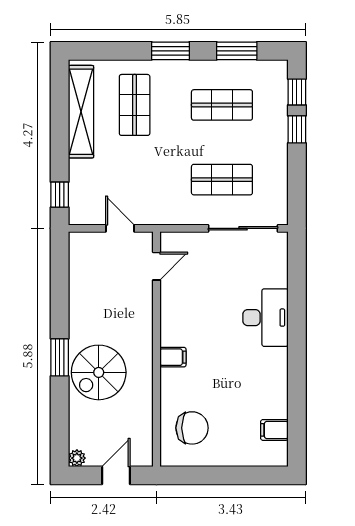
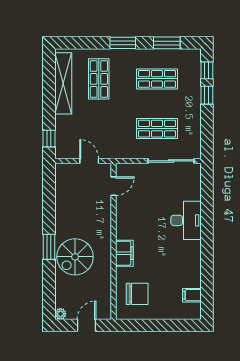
filing cabinet: (173, 357) -> (124, 253), width x2.00

